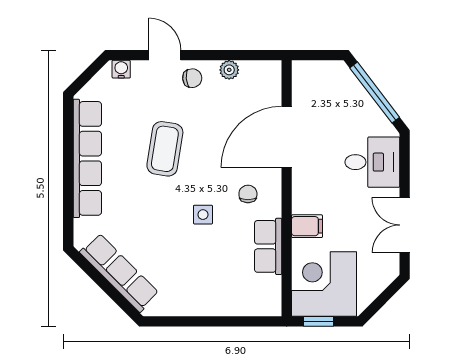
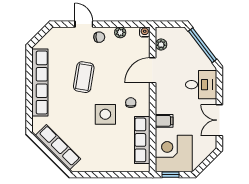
water cooler: (121, 69) -> (145, 32), moved
plant: (302, 91) -> (161, 44), added
door: (287, 137) -> (153, 70), width x0.73
side table: (203, 215) -> (105, 114), width x1.87, depth x1.87
row of seats: (268, 246) -> (142, 140), width x1.48

